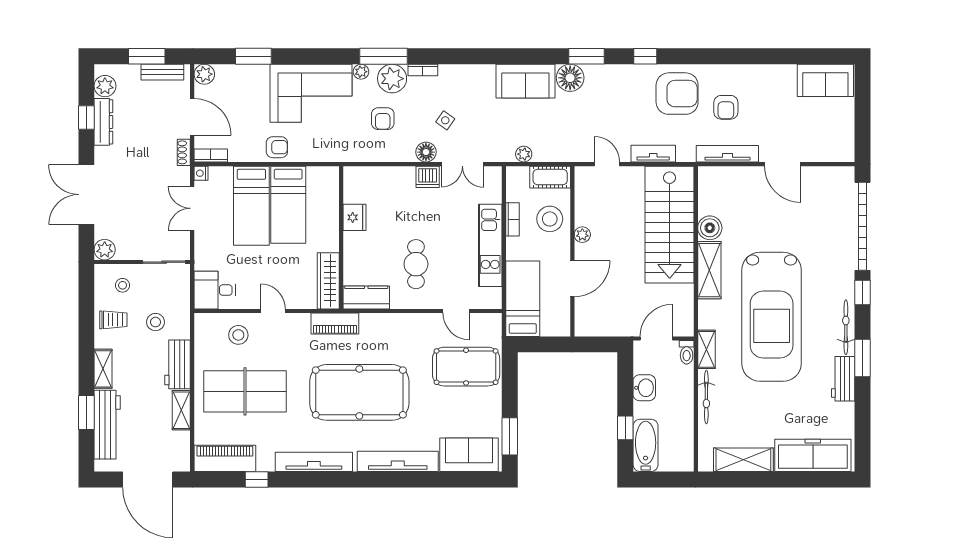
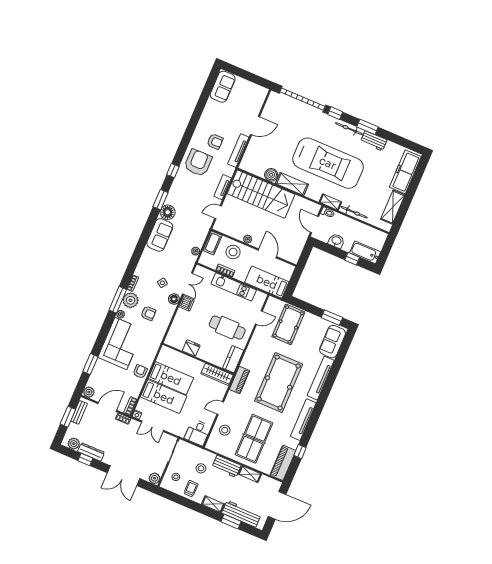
cafe table: (416, 264) -> (227, 328), width x1.37, depth x1.35

